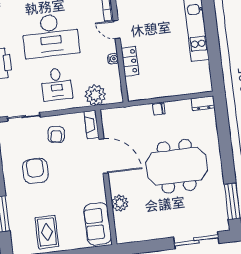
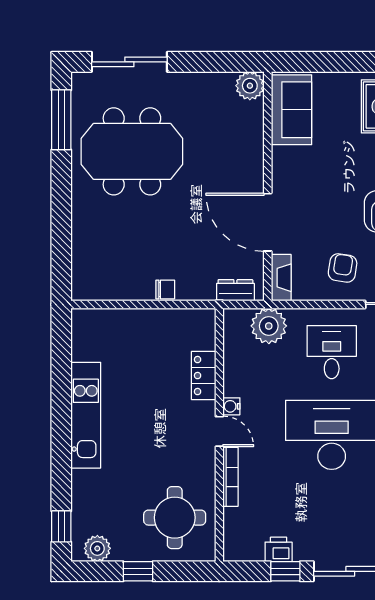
water cooler: (113, 59) -> (231, 406), moved
dresser: (203, 103) -> (235, 290), moved
meeting table: (177, 166) -> (132, 151), moved
plant: (120, 203) -> (250, 86), moved

